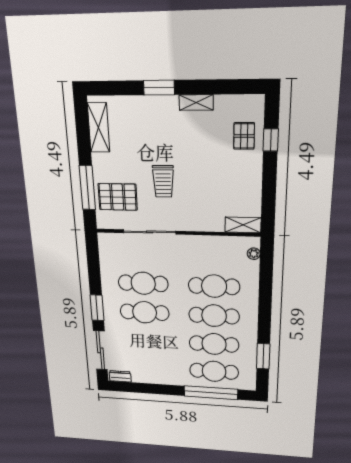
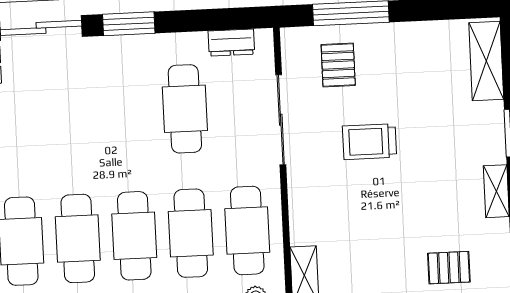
shelving: (99, 128) -> (486, 61), moved, turned 90
pallet: (118, 197) -> (338, 65), width x0.67, depth x0.71
dresser: (106, 256) -> (231, 43), added
cafe table: (145, 312) -> (247, 230), moved

